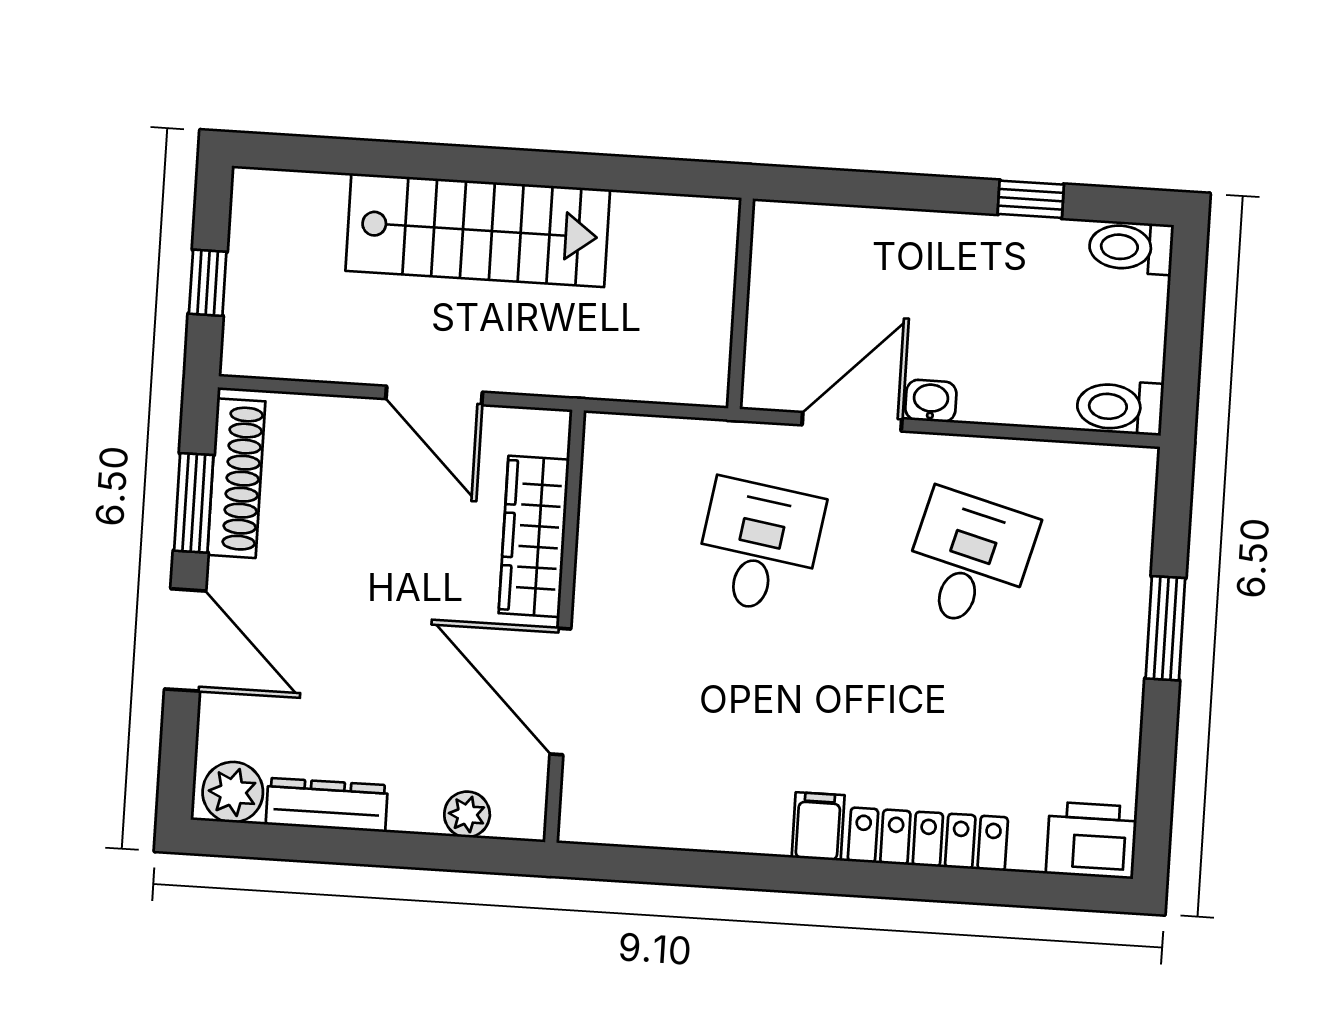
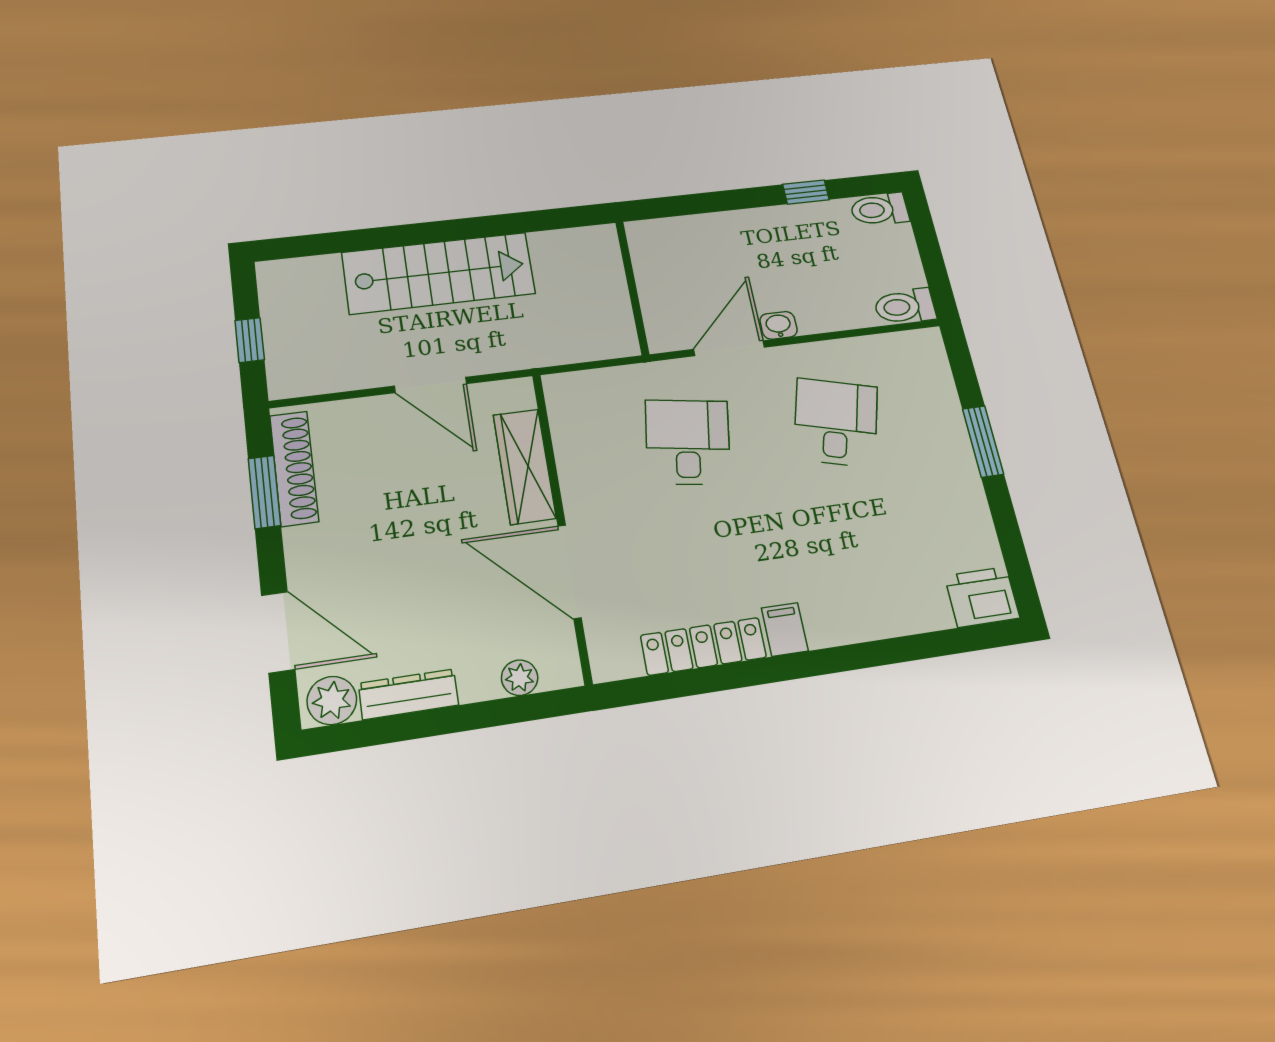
door: (185, 640) -> (278, 632), moved
locker: (928, 839) -> (703, 646), moved

